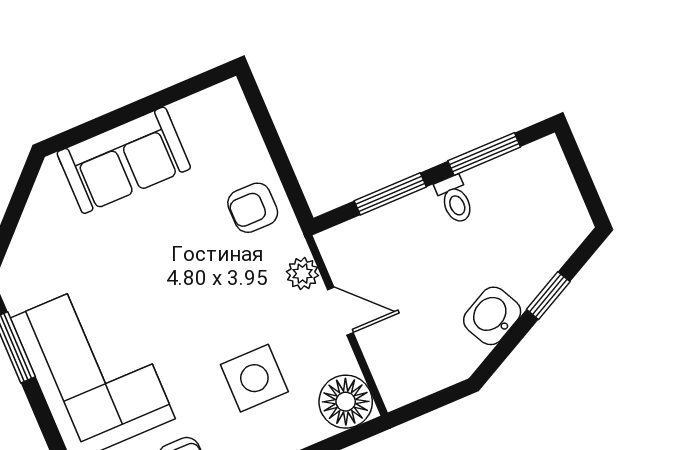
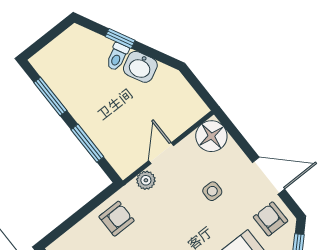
toilet: (455, 200) -> (117, 57), moved, turned 153
armchair: (253, 208) -> (117, 219), turned -90
side table: (254, 378) -> (212, 191), width x0.54, depth x0.54

